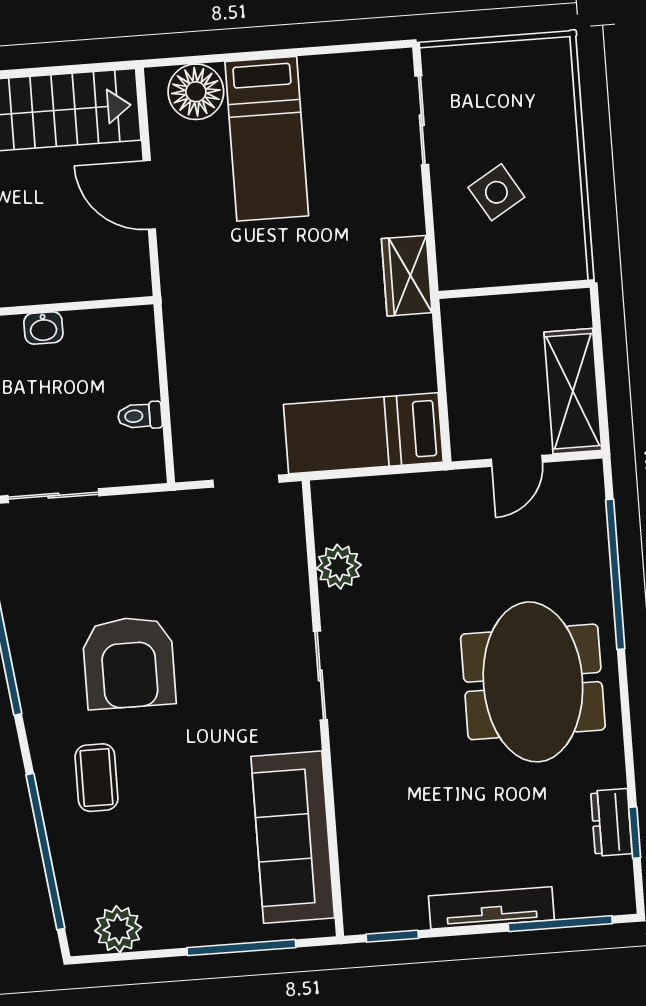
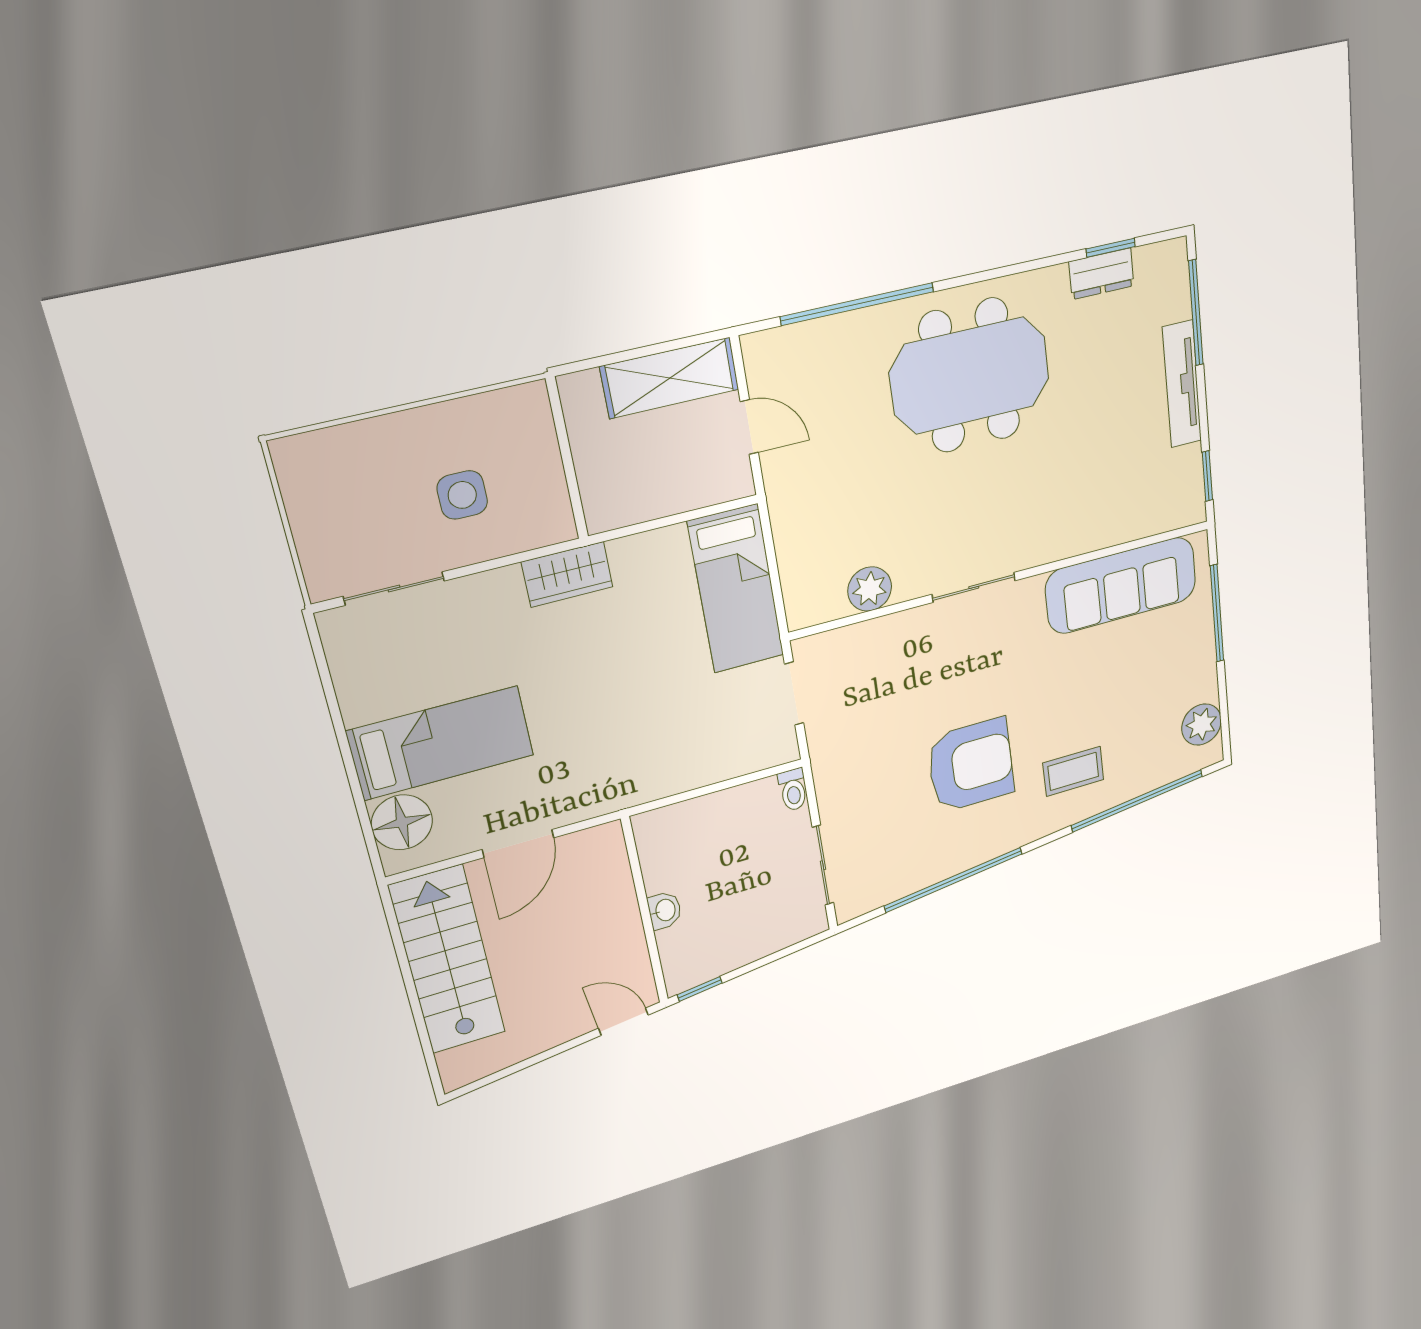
side table: (496, 192) -> (462, 495), turned 31
toilet: (140, 416) -> (793, 790), moved

